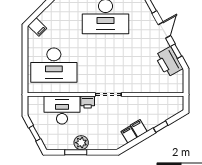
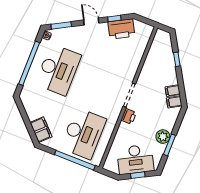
filing cabinet: (37, 27) -> (41, 130), width x2.00
window: (25, 67) -> (75, 160), added
desk: (62, 110) -> (135, 159), moved, turned -118
filing cabinet: (139, 128) -> (174, 102), moved

